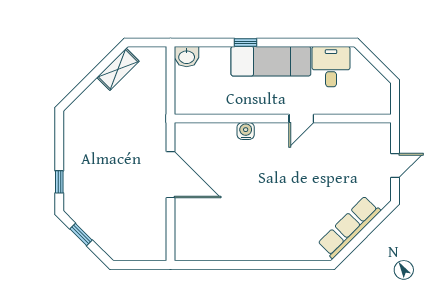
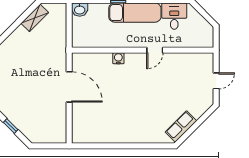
row of seats: (349, 227) -> (181, 126), width x0.68

